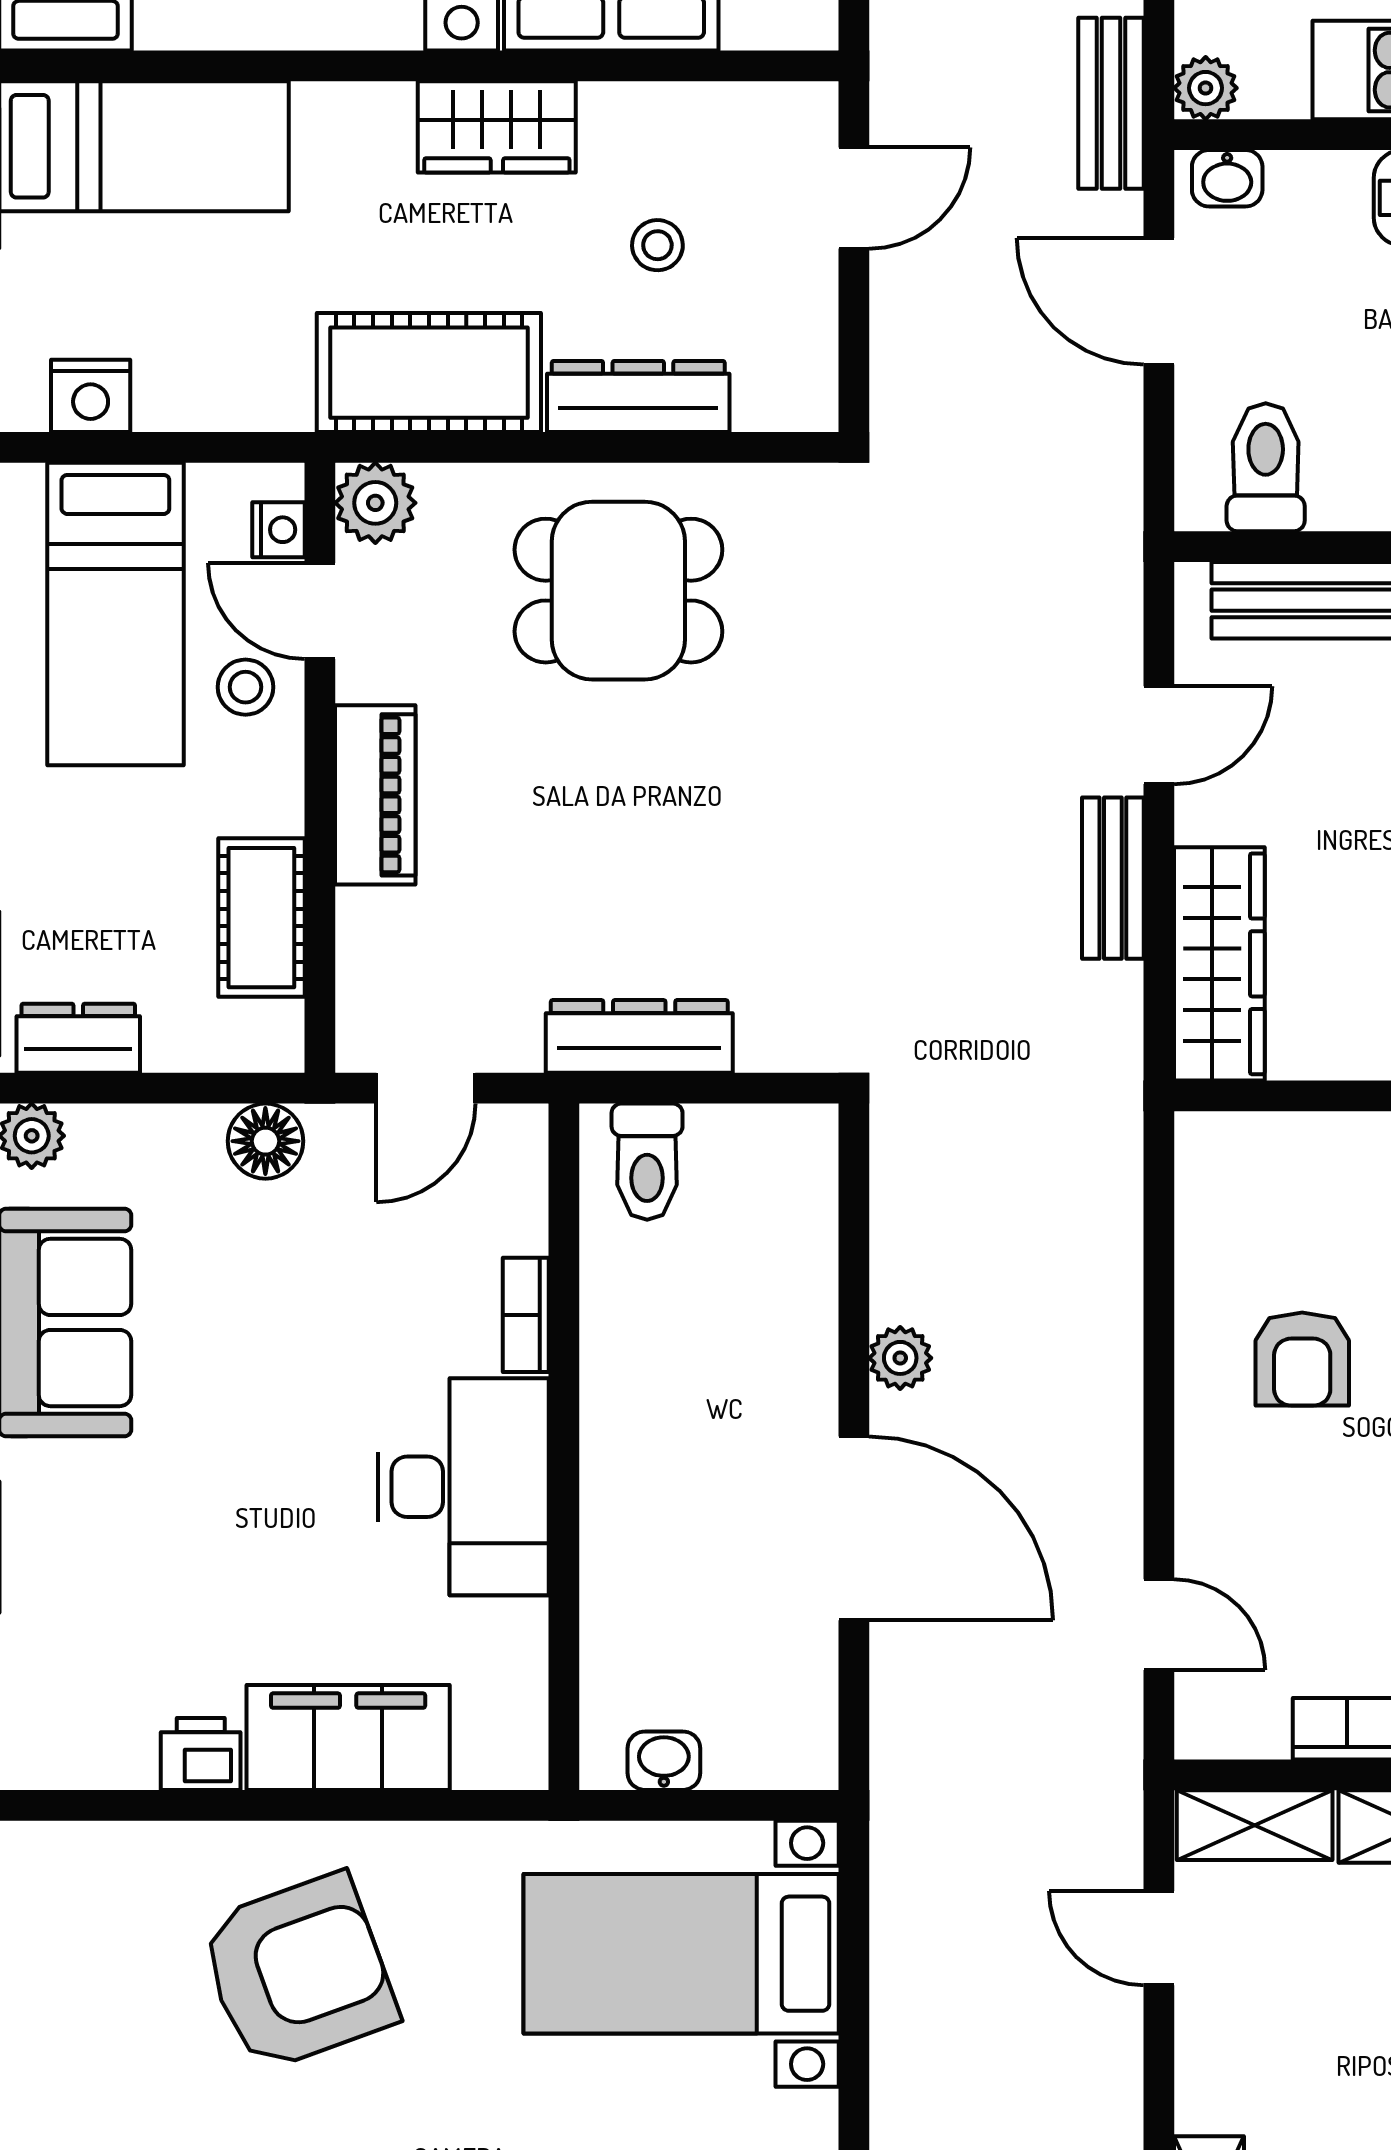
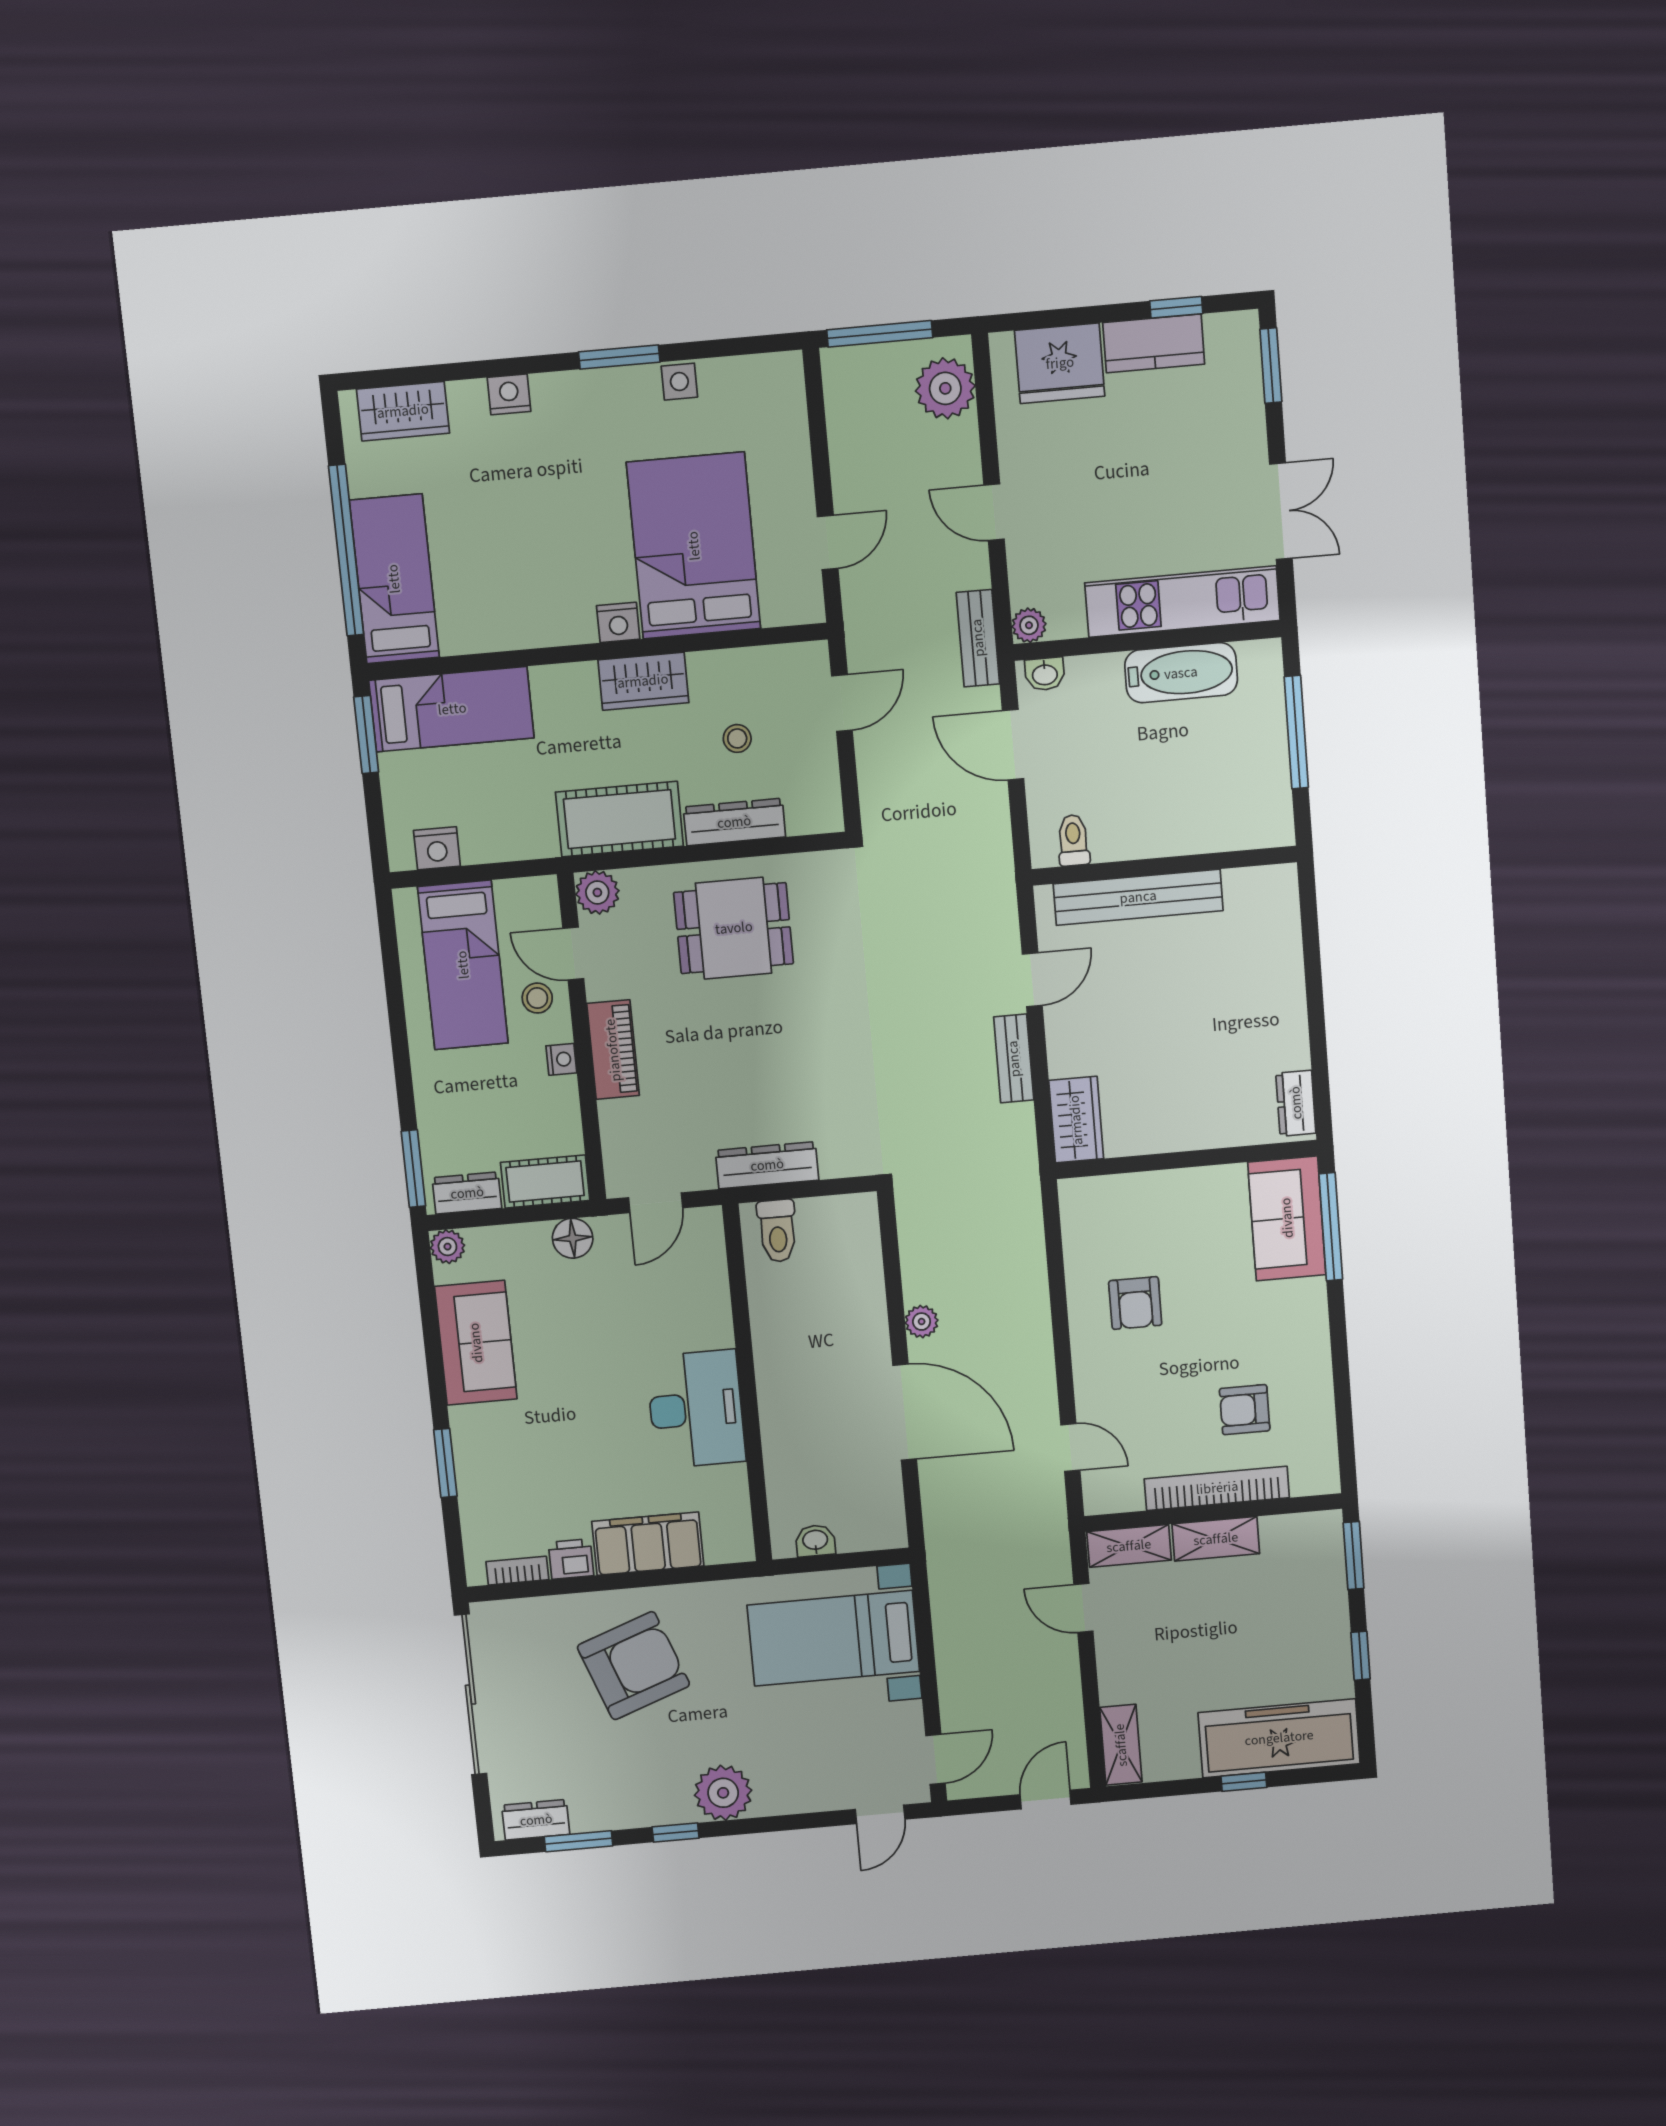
toilet: (1266, 467) -> (1073, 840), width x0.73, depth x0.72
nightstand: (278, 530) -> (561, 1059), moved
cot: (261, 918) -> (545, 1182), moved, turned 90
wardrobe: (1219, 964) -> (1076, 1120), width x0.67
bookcase: (526, 1315) -> (517, 1571), moved, turned 90

